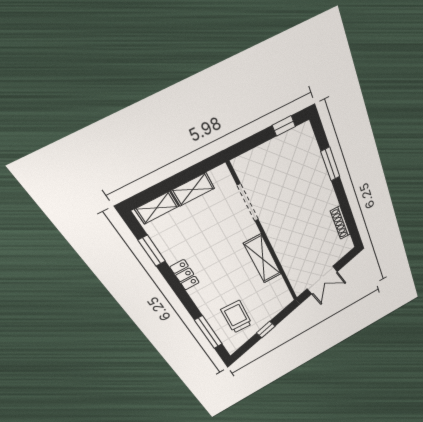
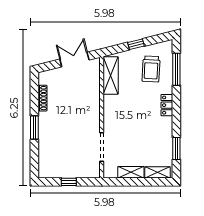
window: (284, 126) -> (69, 182), moved
window: (330, 164) -> (34, 128), moved
shelving: (263, 259) -> (111, 75), moved
locker: (185, 275) -> (167, 105), moved

